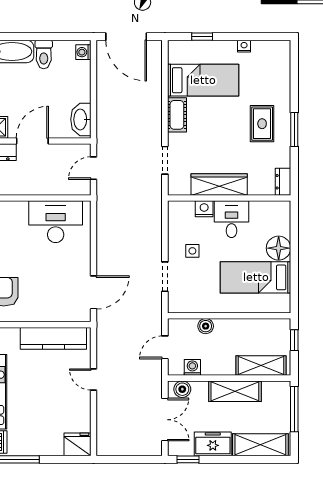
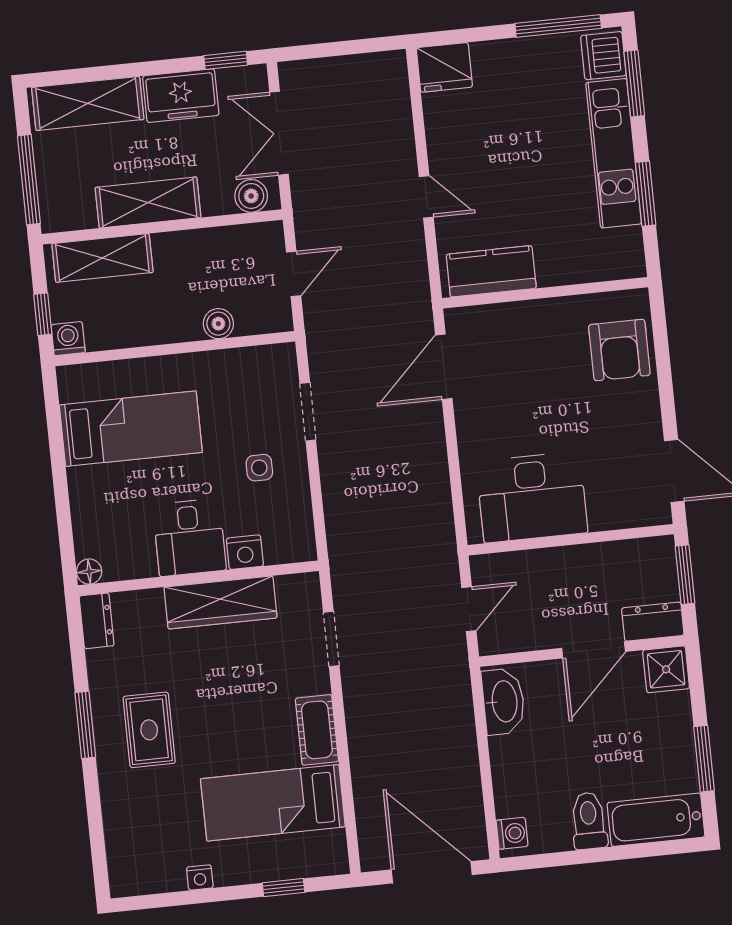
floor lamp: (279, 248) -> (89, 572), moved, width x0.53, depth x0.53
kitchen counter: (53, 338) -> (491, 271), width x0.67
washing machine: (192, 367) -> (68, 339), moved, turned 180

